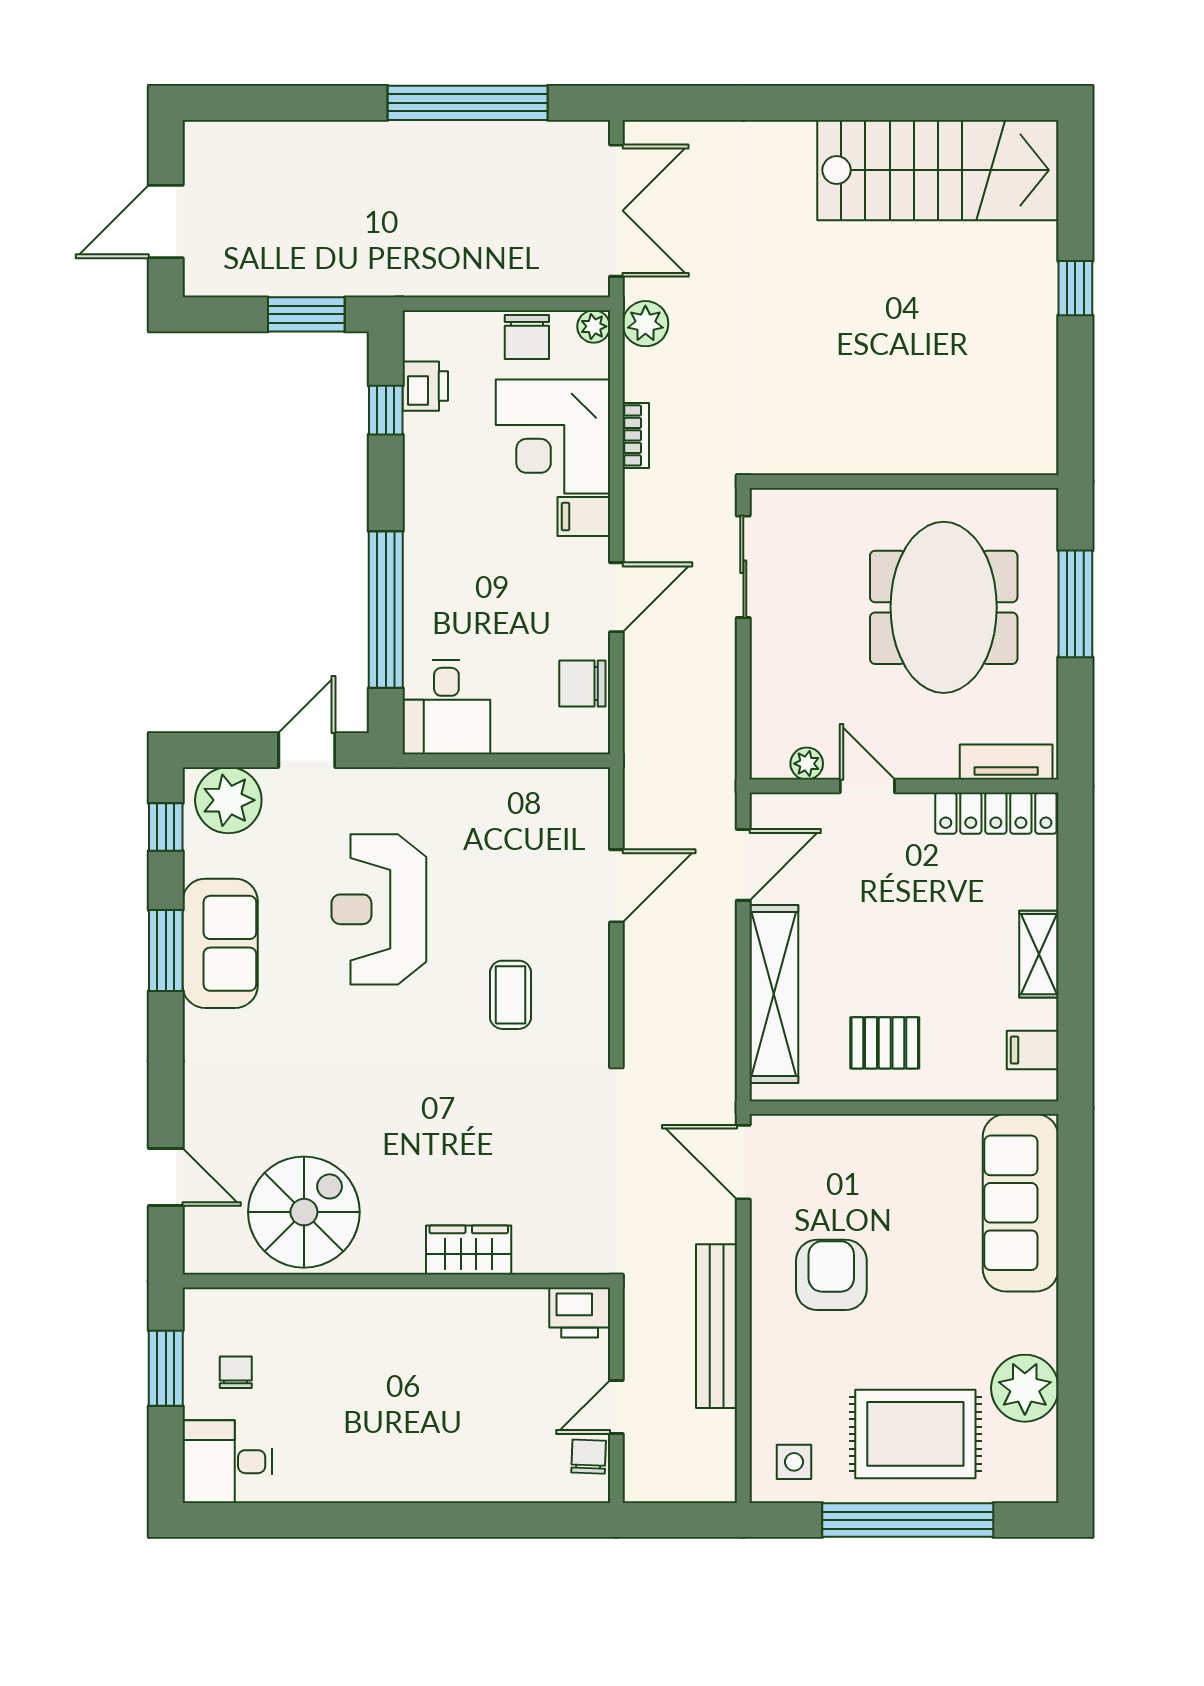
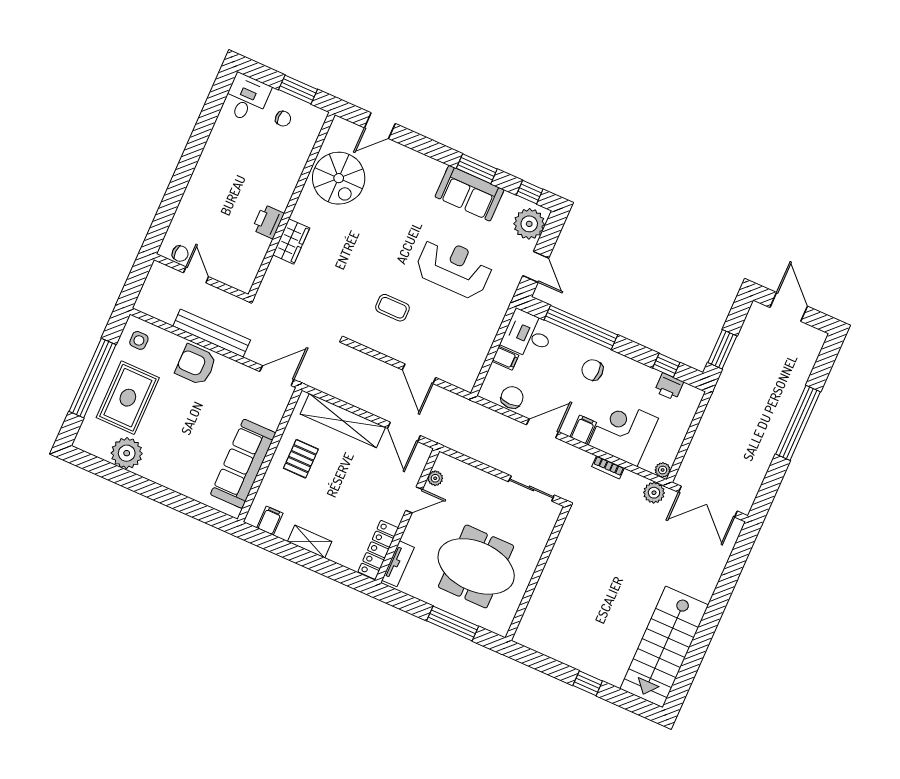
window: (468, 103) -> (798, 423), moved
chair: (527, 337) -> (592, 370), moved
door: (616, 597) -> (542, 428), swing flipped
filing cabinet: (511, 731) -> (505, 358), added
sofa: (1021, 1203) -> (243, 464), moved, turned -90
armchair: (831, 1275) -> (196, 365), moved, turned 180
printer: (580, 1312) -> (268, 222), moved

